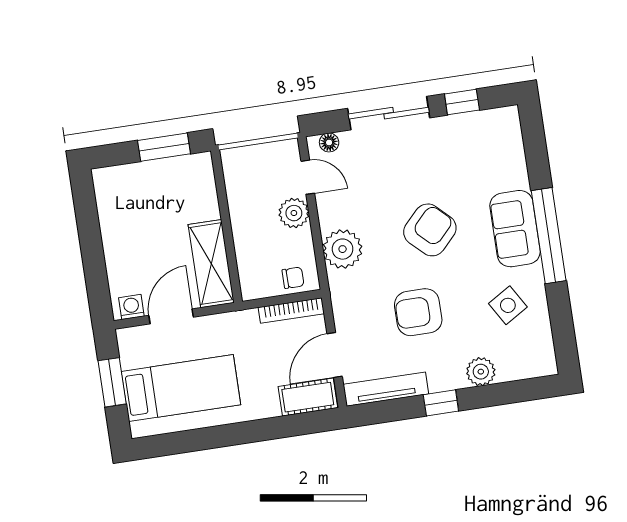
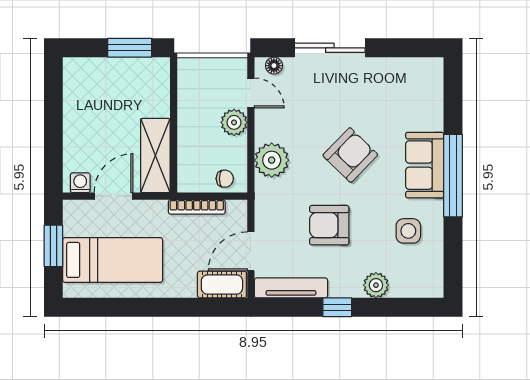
window: (462, 102) -> (395, 48), removed
side table: (508, 305) -> (408, 231), turned 31
bookcase: (291, 311) -> (197, 207), moved

